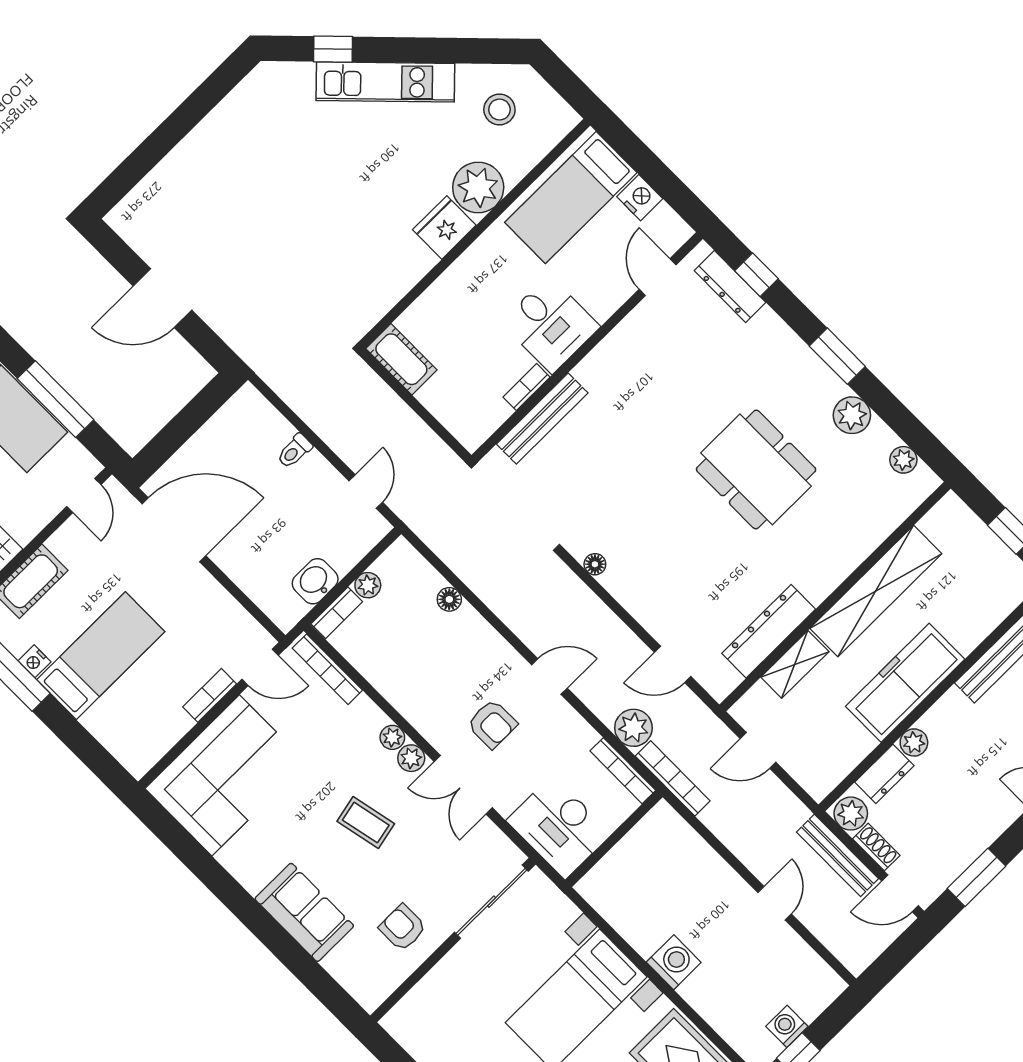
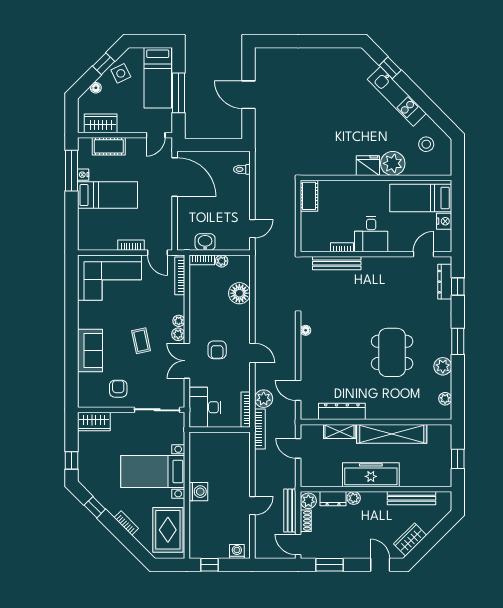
toilet: (294, 451) -> (242, 169), moved
floor lamp: (449, 599) -> (239, 293), width x1.89, depth x1.89
wardrobe: (415, 1012) -> (94, 421), added
washing machine: (787, 1026) -> (237, 551), moved

